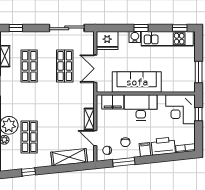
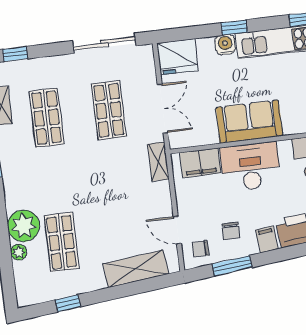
double door: (95, 69) -> (163, 109), swing flipped
sofa: (137, 82) -> (249, 122), width x0.73
shelving: (89, 119) -> (158, 162), moved

